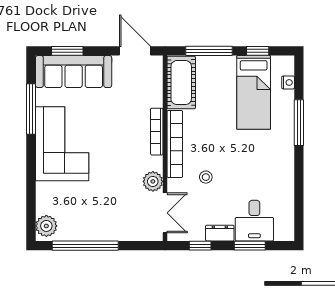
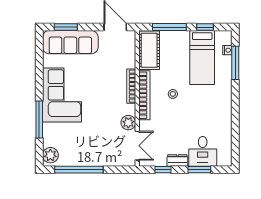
window: (31, 109) -> (39, 120), moved
window: (299, 123) -> (235, 63), moved
stool: (206, 177) -> (173, 94), moved

